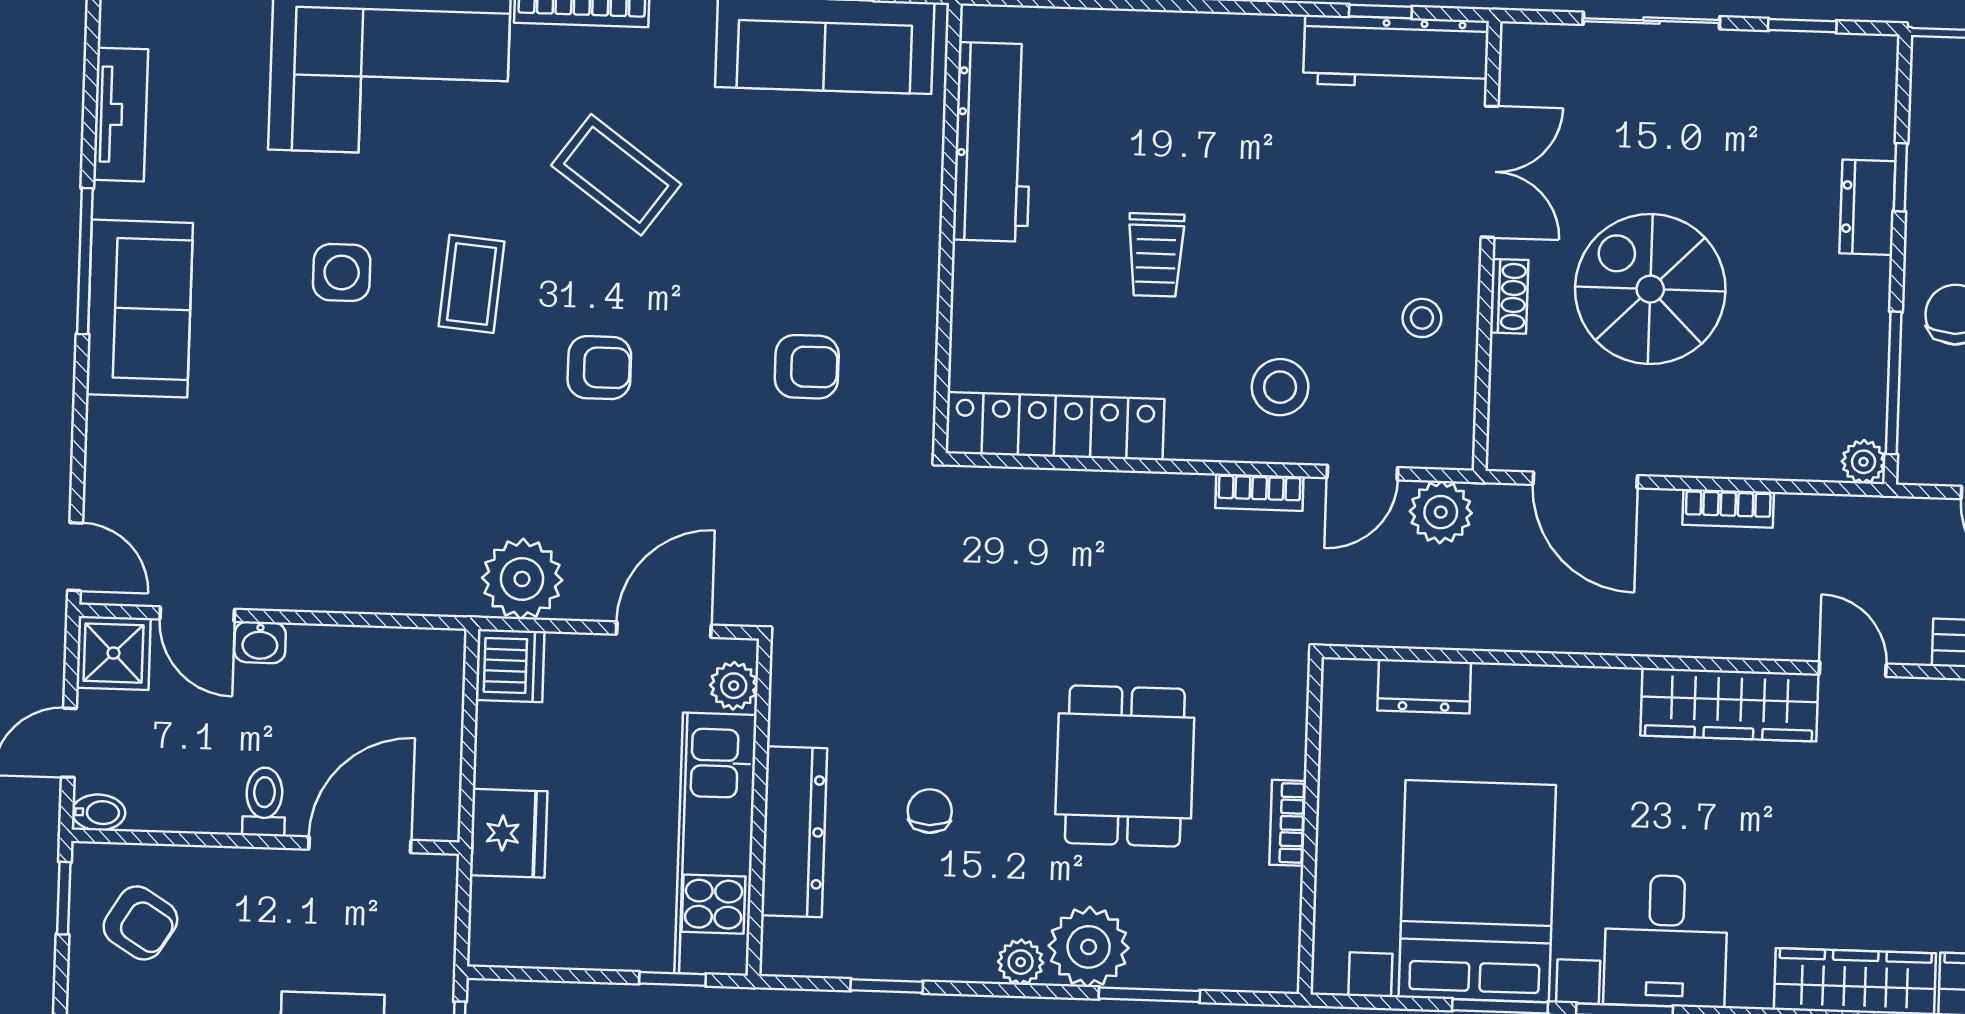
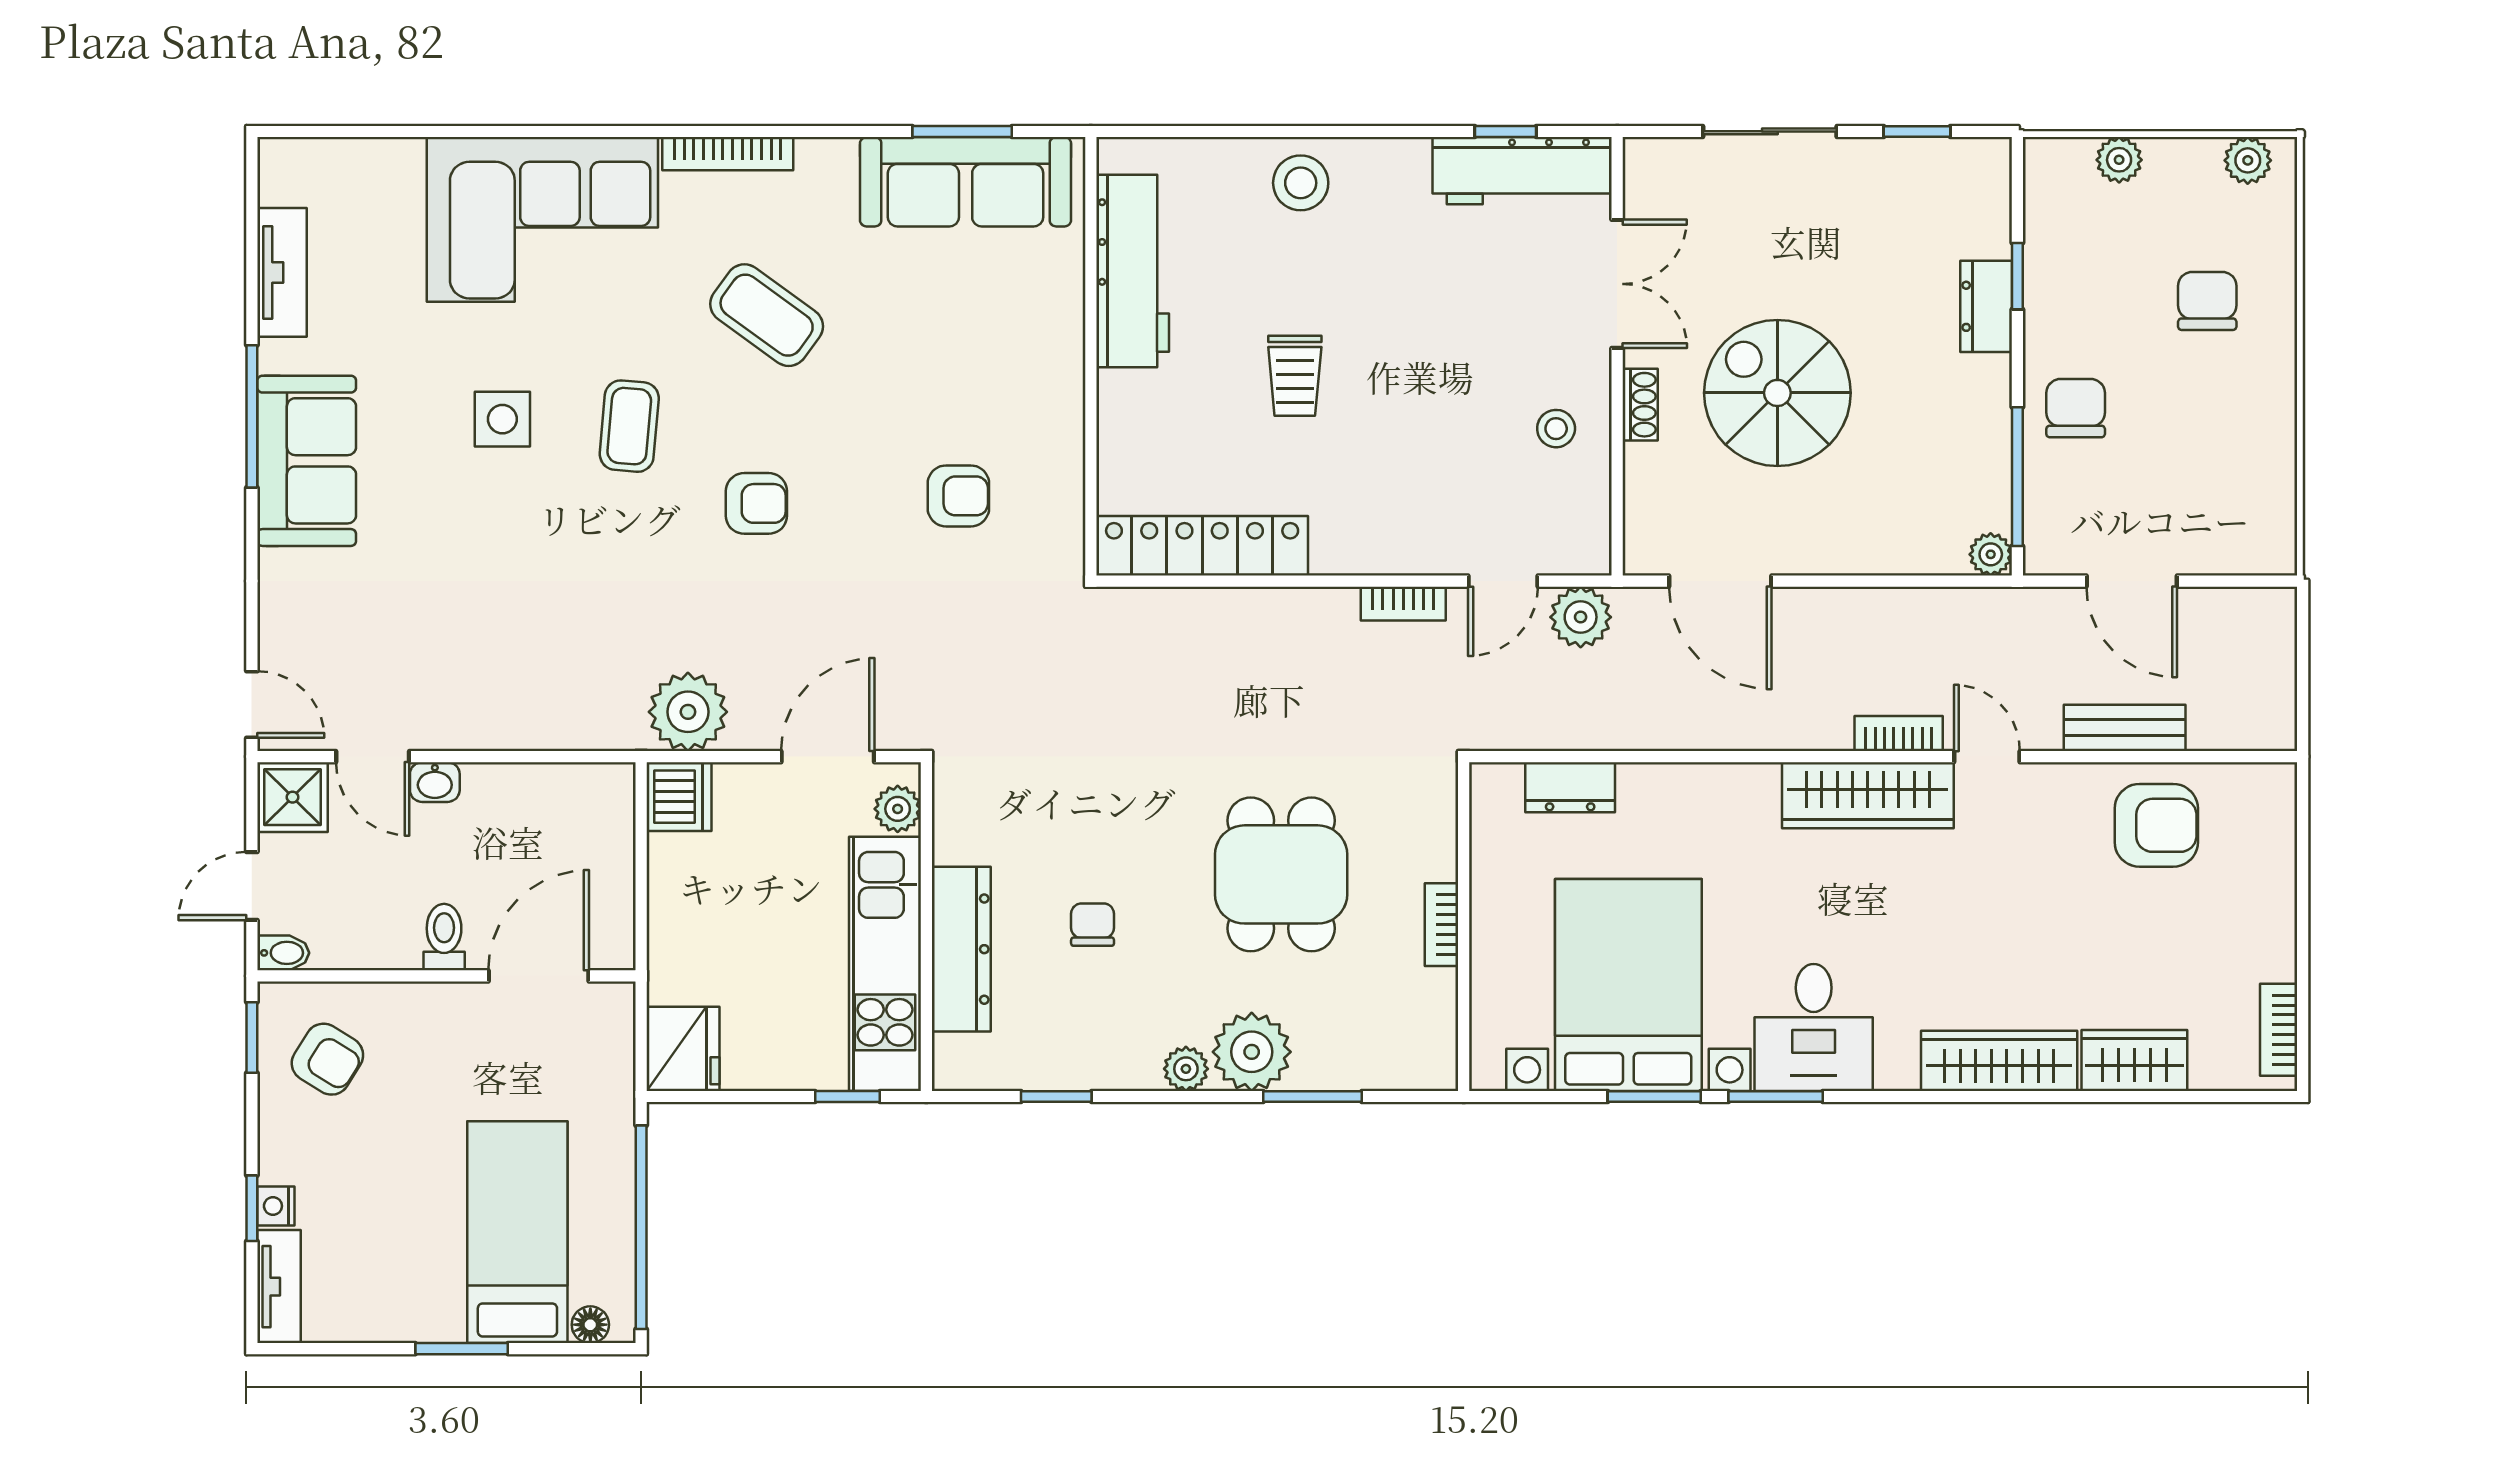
stool: (1280, 387) -> (1301, 183), moved
bookcase: (1728, 508) -> (1899, 733), moved, turned 180
fridge: (509, 833) -> (683, 1049), moved

